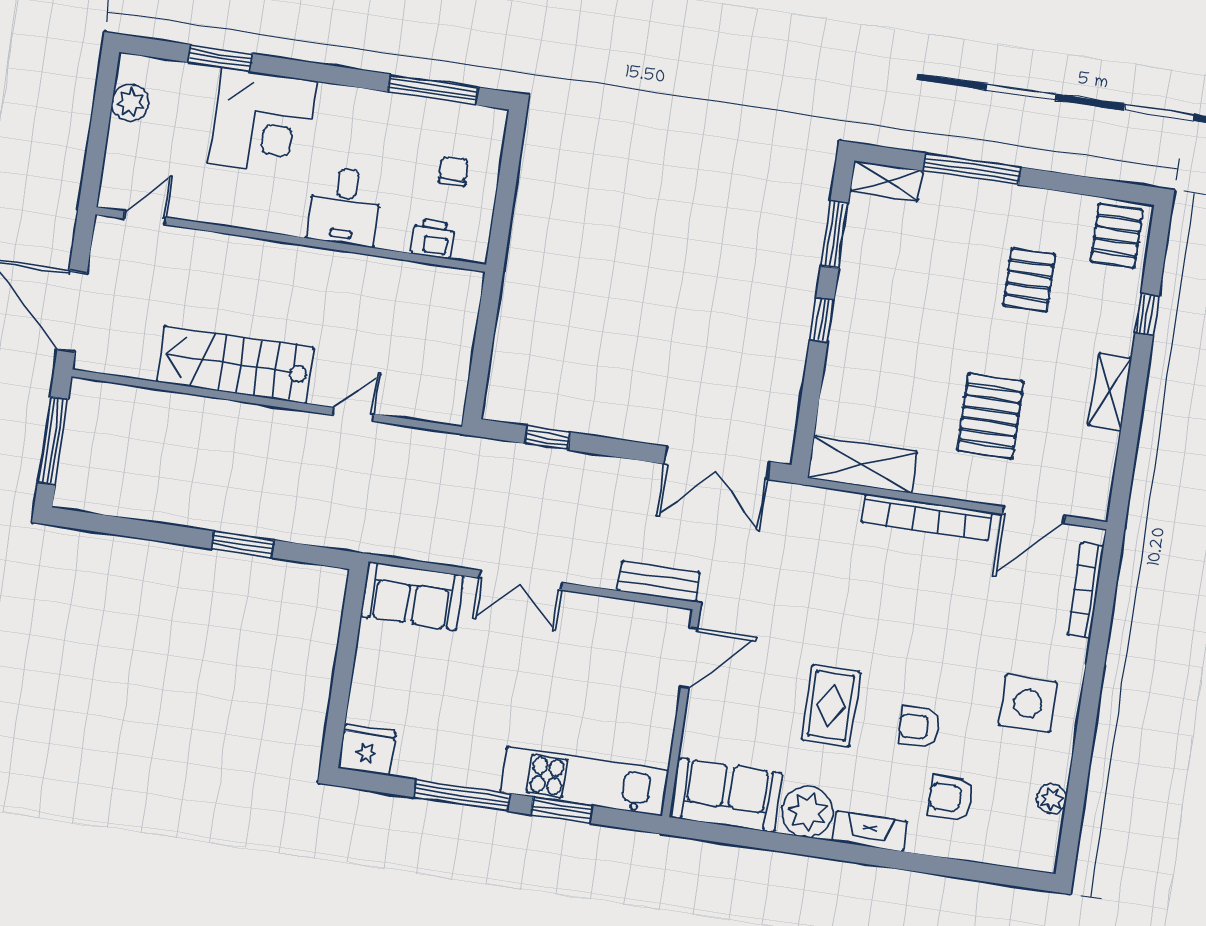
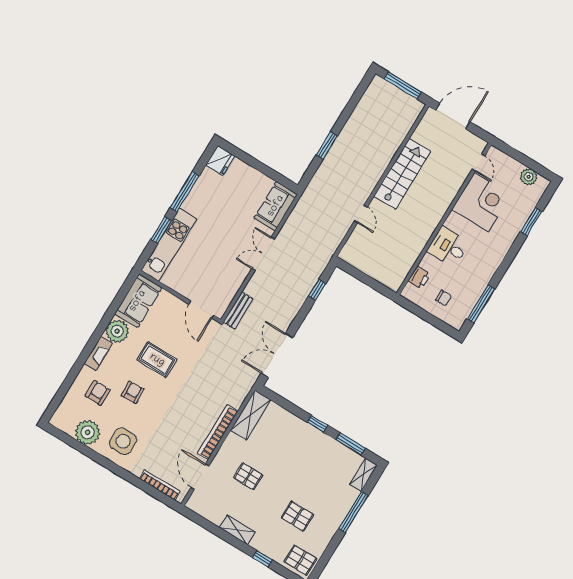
corner desk: (263, 122) -> (481, 202), moved, turned 180
pallet: (990, 416) -> (248, 476), width x0.67, depth x0.71
plant: (1052, 799) -> (88, 432), width x1.87, depth x1.87

